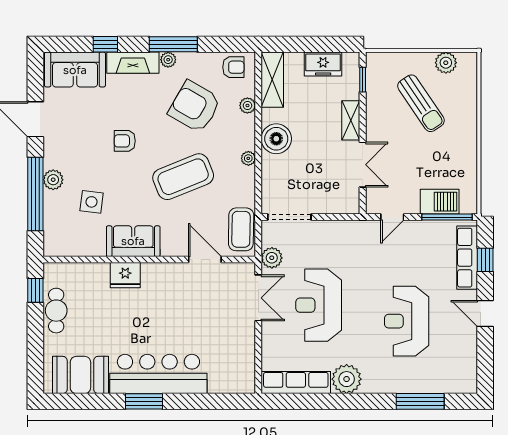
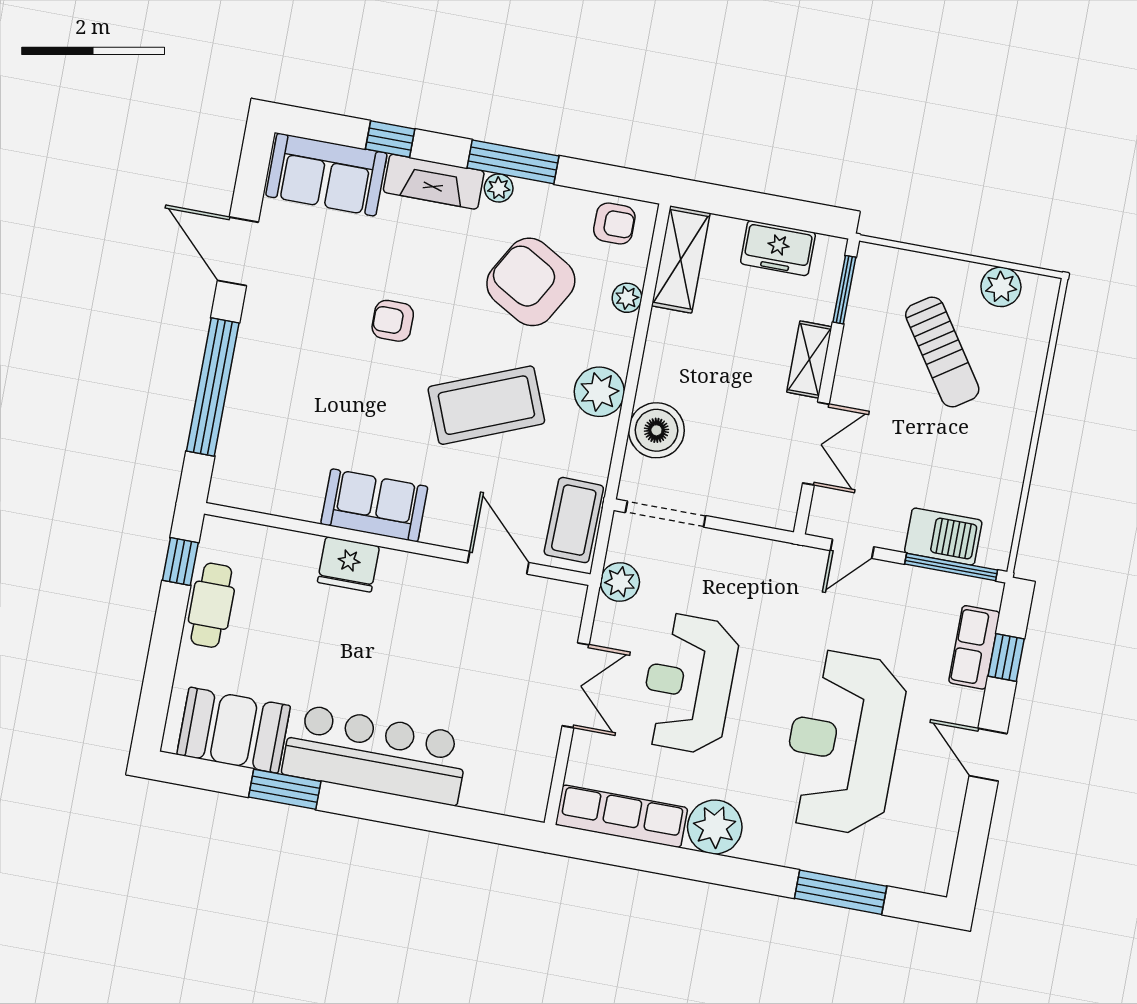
window: (363, 80) -> (844, 290), width x1.50
boiler: (276, 139) -> (656, 430), moved
plant: (248, 158) -> (599, 392), width x1.88, depth x1.88
plant: (53, 180) -> (250, 367), removed
side table: (92, 202) -> (312, 420), removed
row of seats: (467, 258) -> (974, 647), width x0.68
double door: (258, 298) -> (576, 685), moved
reception desk: (407, 321) -> (843, 742), width x1.36, depth x1.30
window: (144, 401) -> (285, 789), moved

